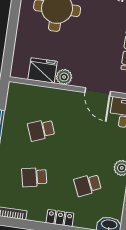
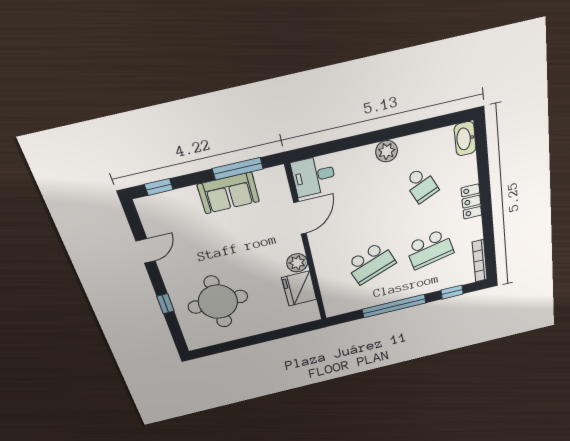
school desk: (41, 130) -> (371, 263), width x1.85
school desk: (34, 177) -> (430, 249), width x1.85

